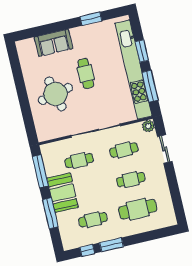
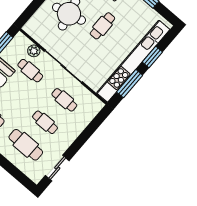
plant: (148, 126) -> (34, 51), moved
sliding door: (165, 149) -> (57, 168), moved

